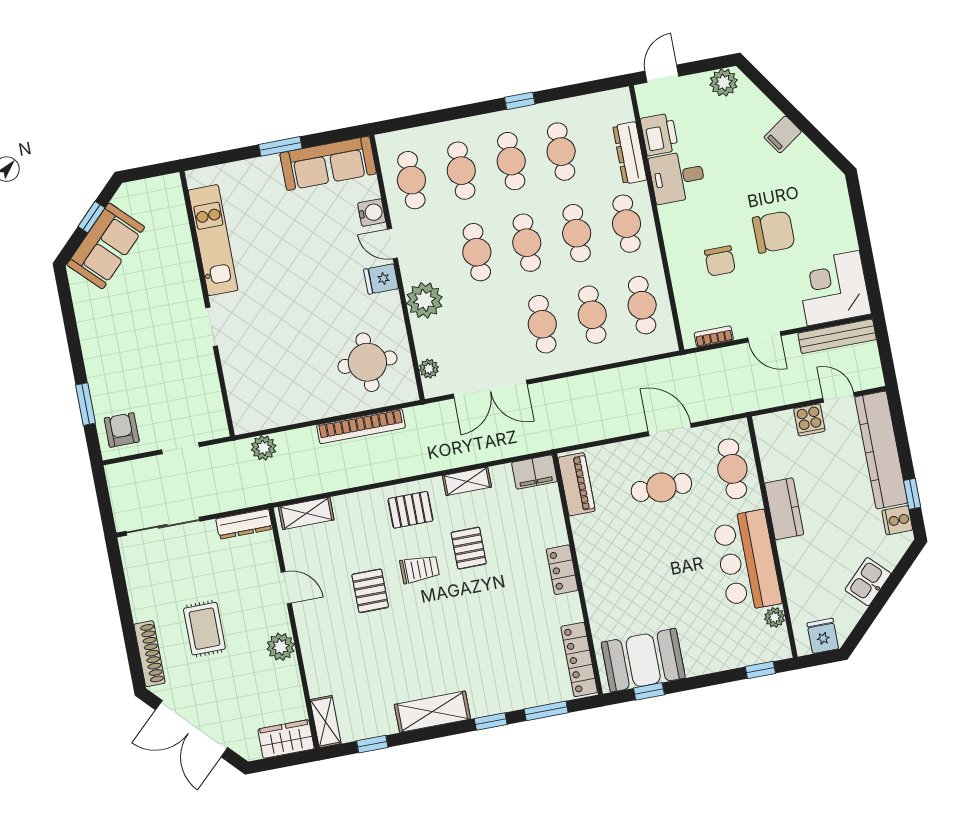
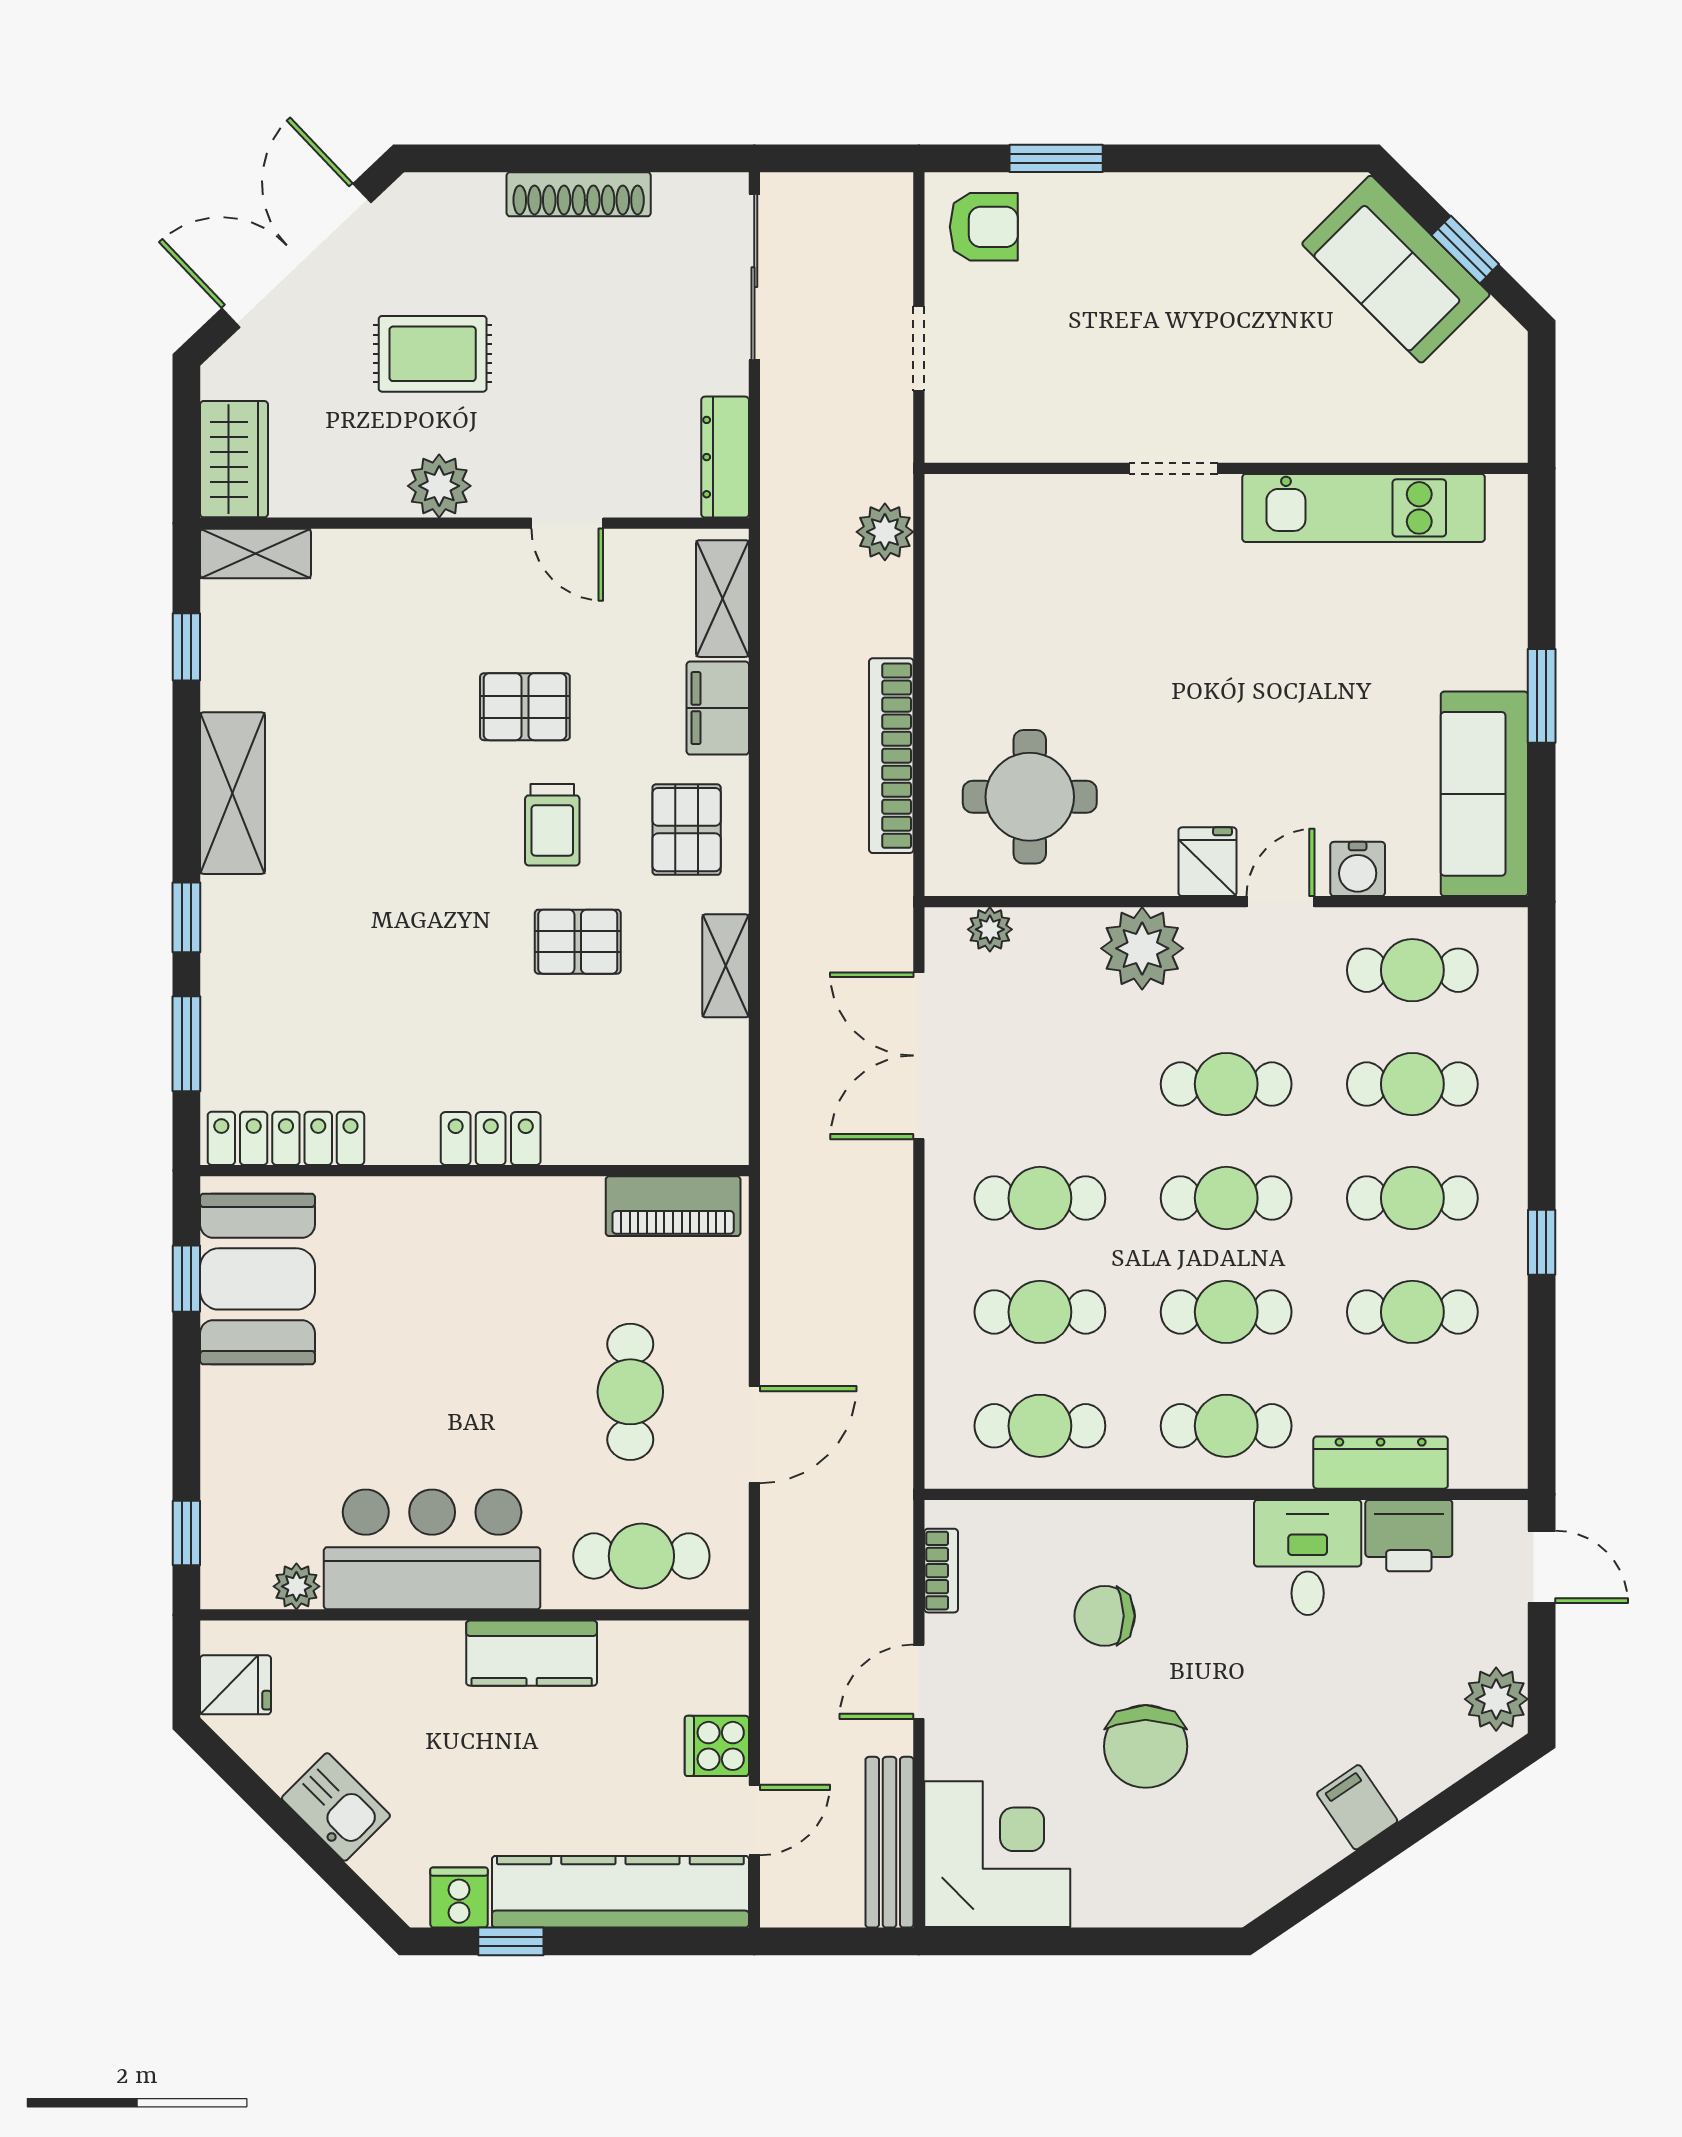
filing cabinet: (534, 472) -> (718, 708), moved
door: (286, 588) -> (567, 523), hinge flipped
rug: (204, 629) -> (433, 354), moved
shoe rack: (150, 654) -> (579, 194), moved

